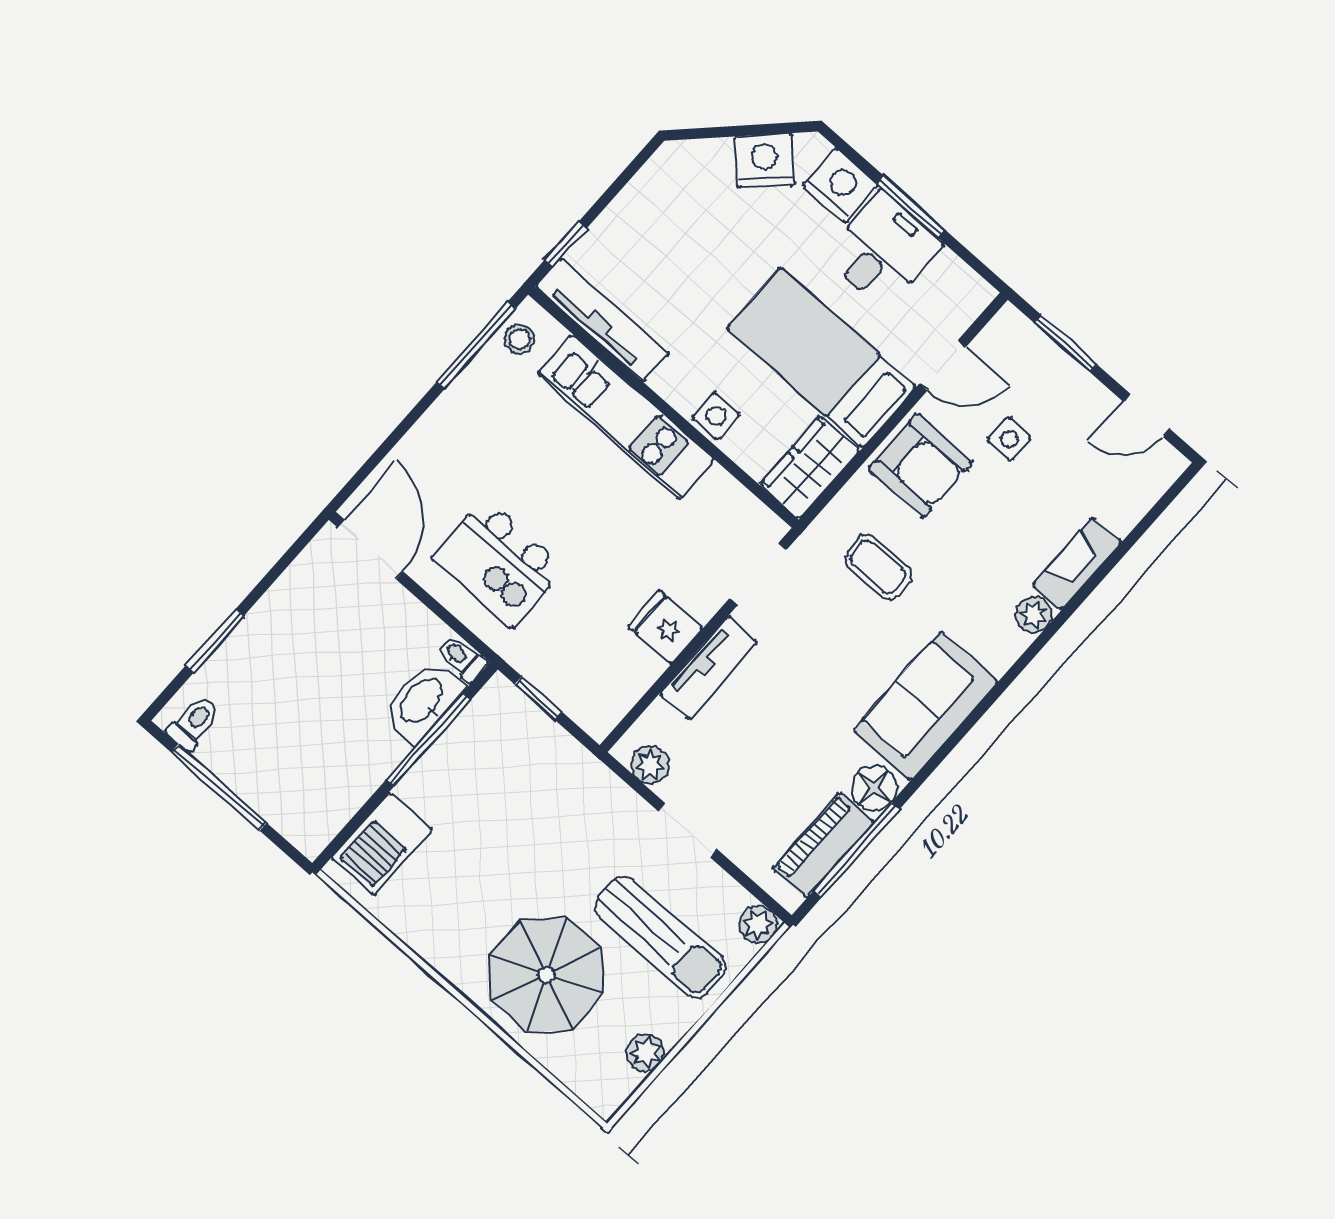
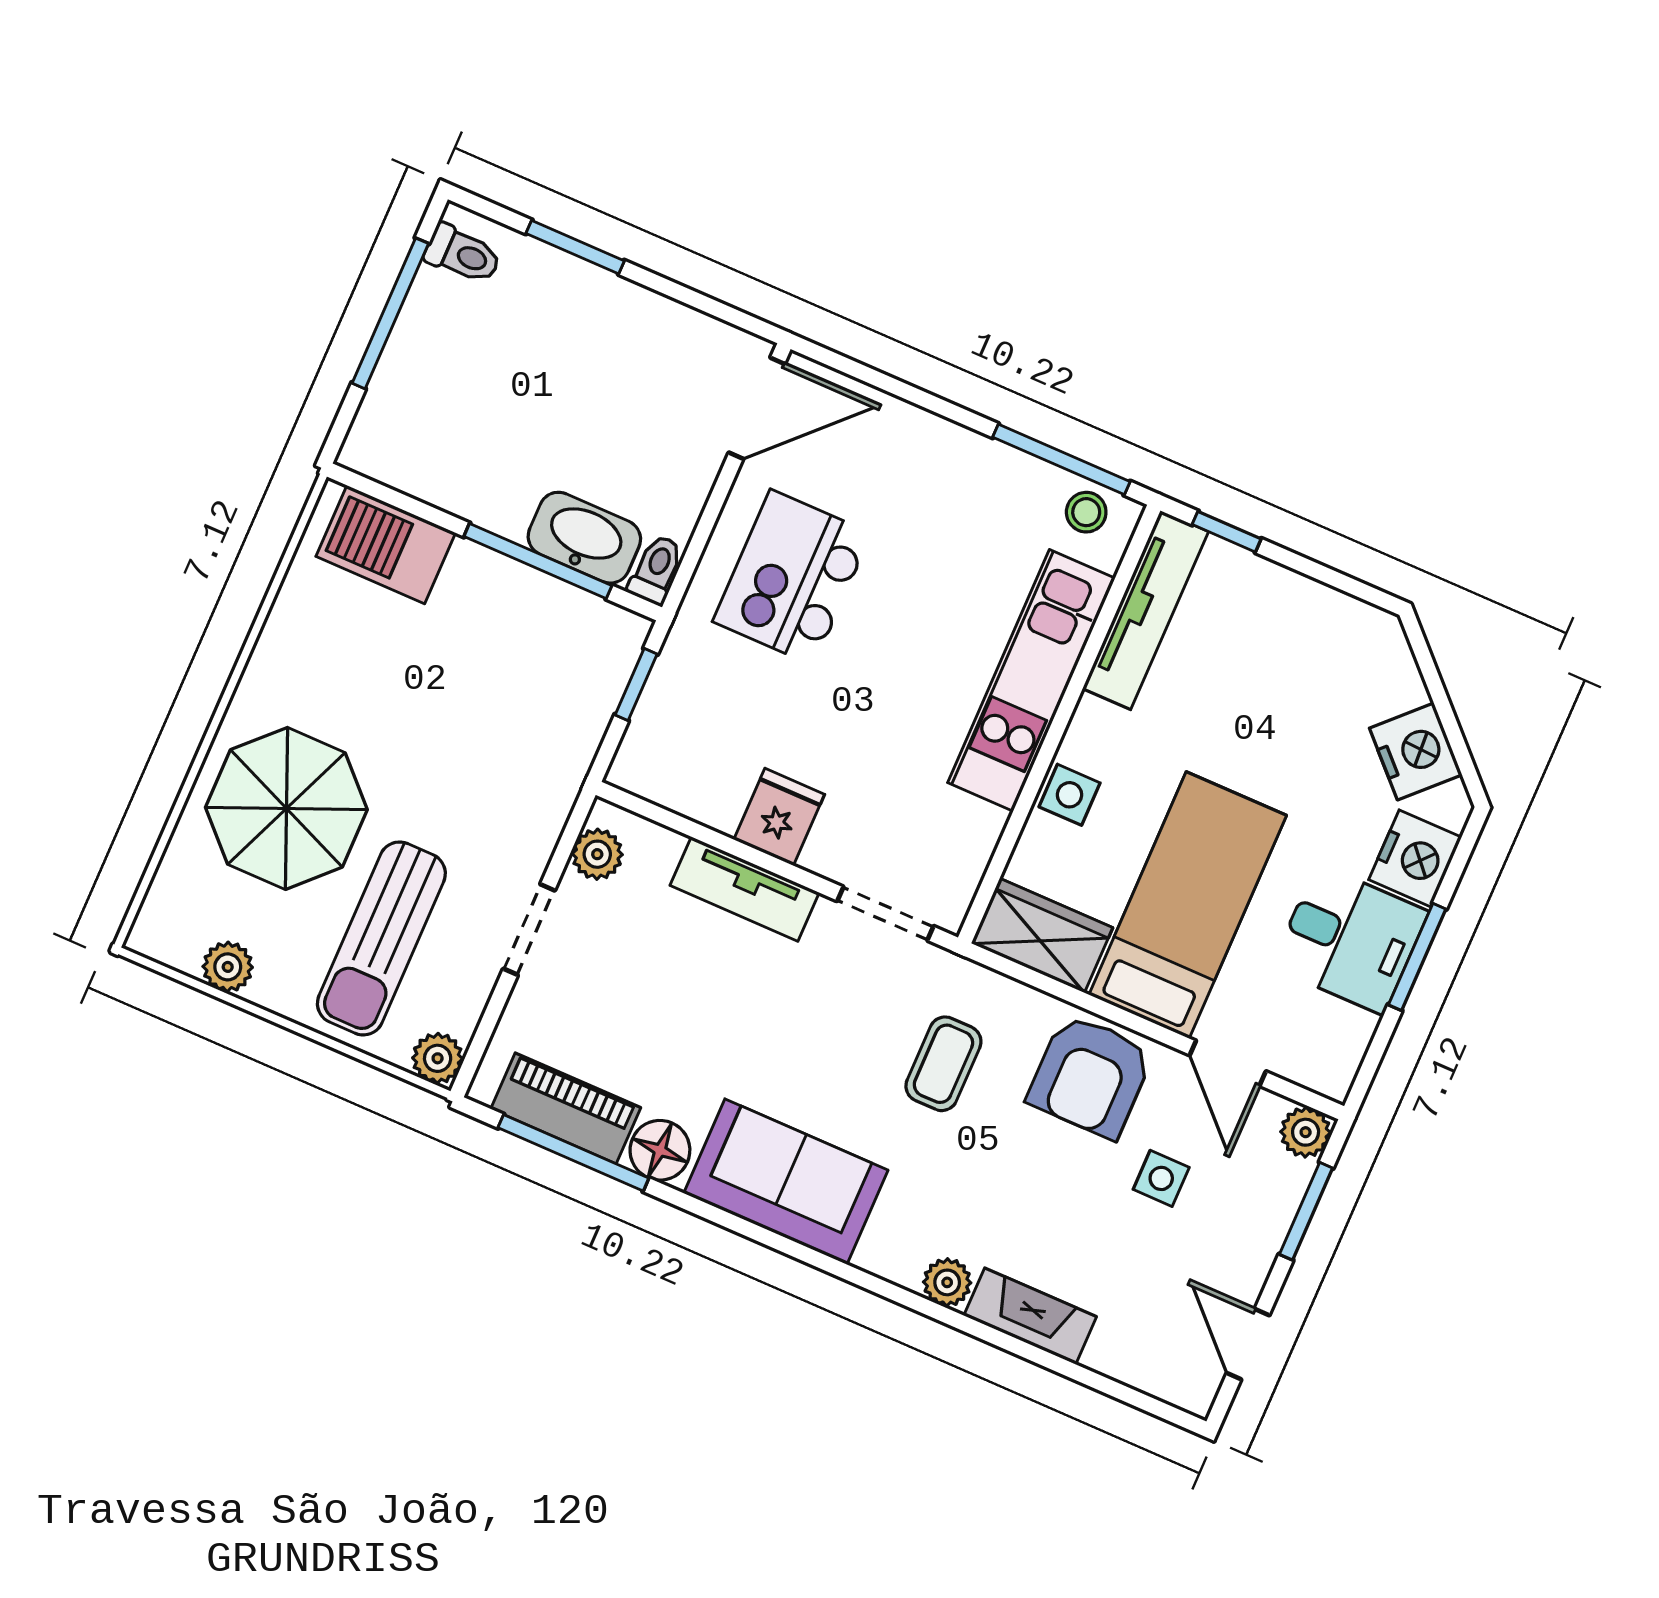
plant: (1009, 326) -> (1306, 1132), added

